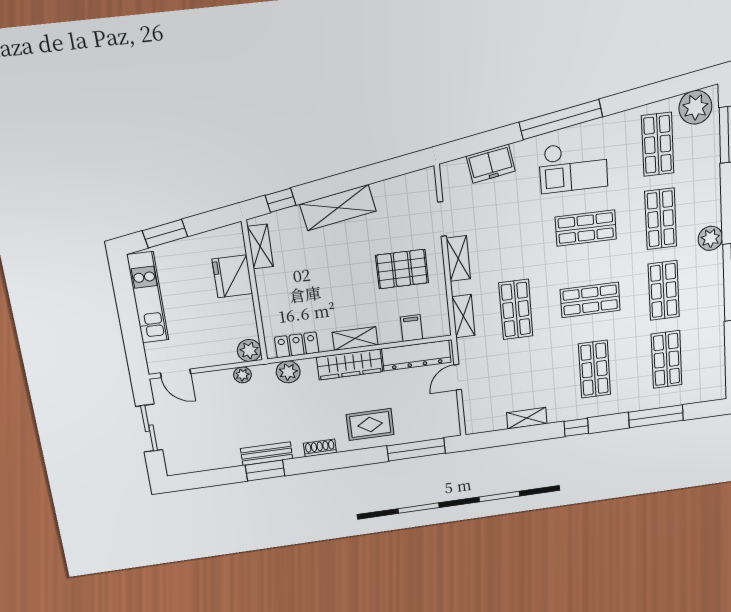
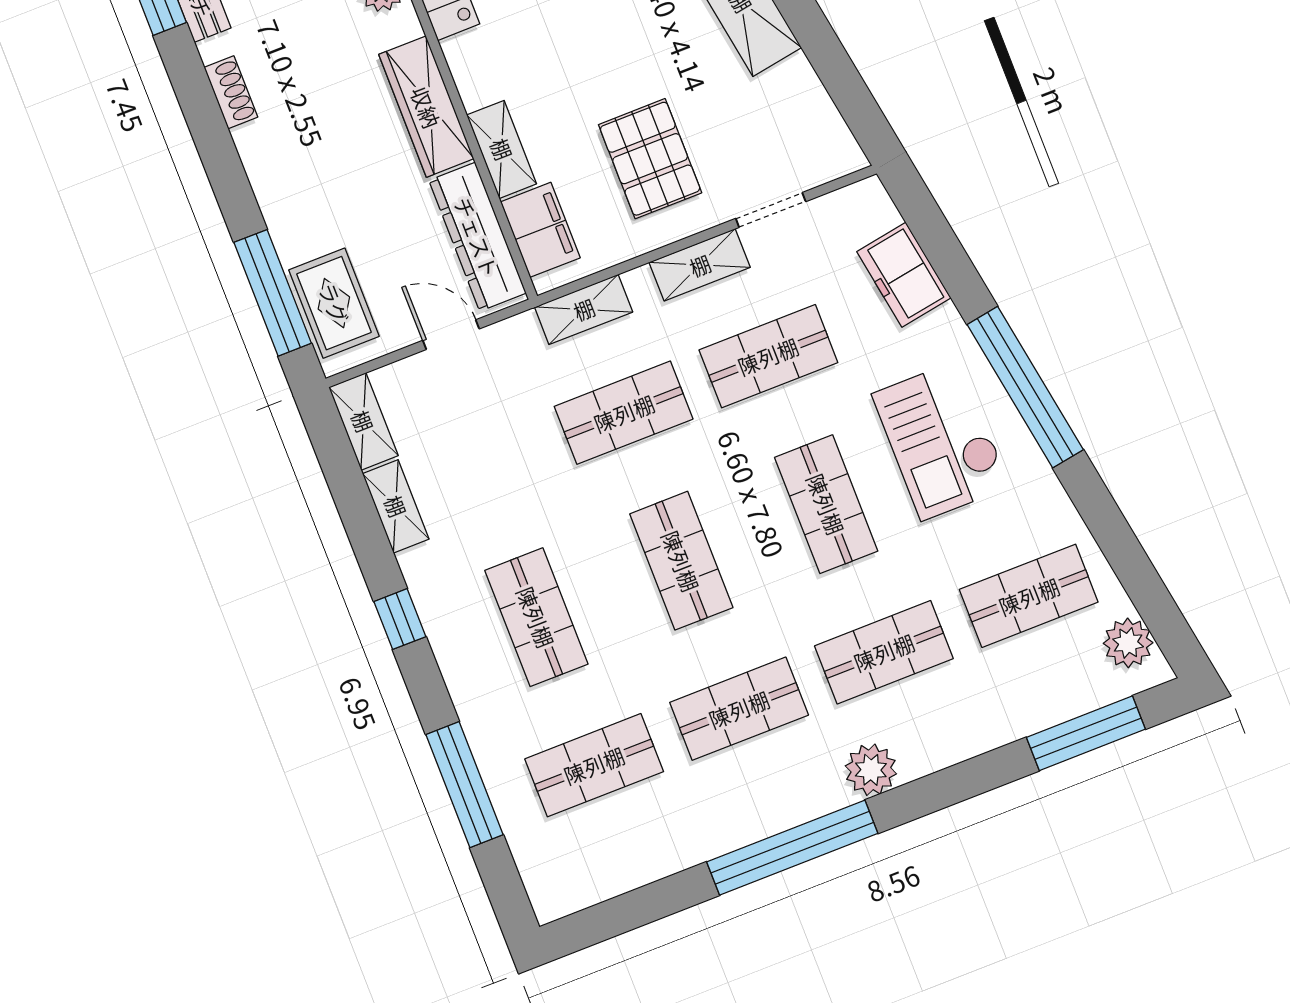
plant: (695, 107) -> (1128, 643), width x0.73, depth x0.73
shop shelf: (510, 237) -> (768, 356), added
filing cabinet: (411, 328) -> (540, 230), width x2.00
shelving: (355, 339) -> (502, 149), moved
shop shelf: (594, 369) -> (536, 617), turned 90
rug: (370, 424) -> (334, 303), moved
shelving: (485, 424) -> (363, 421), added

